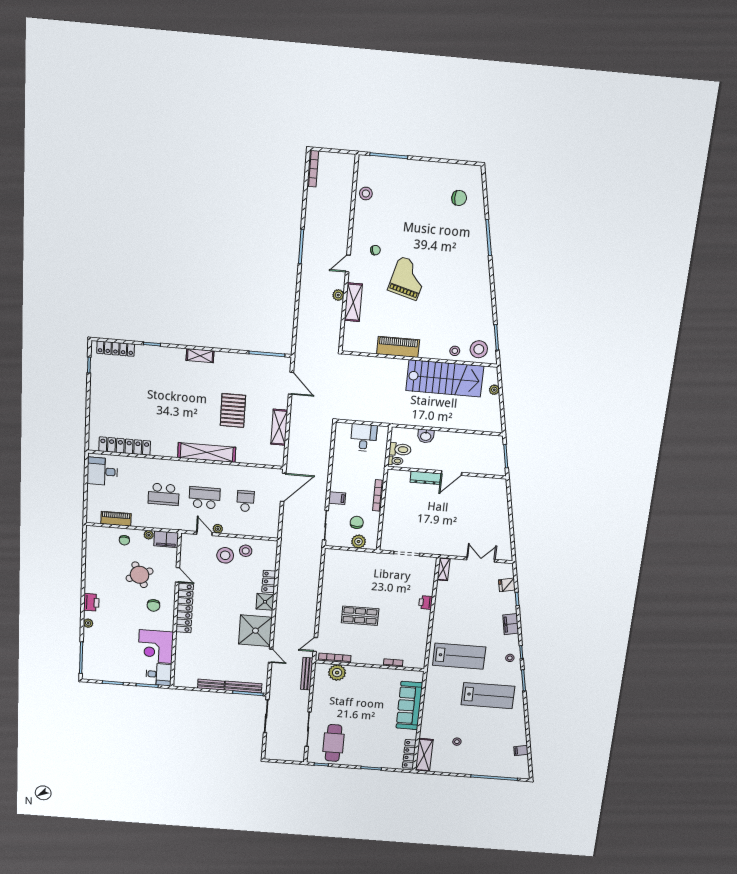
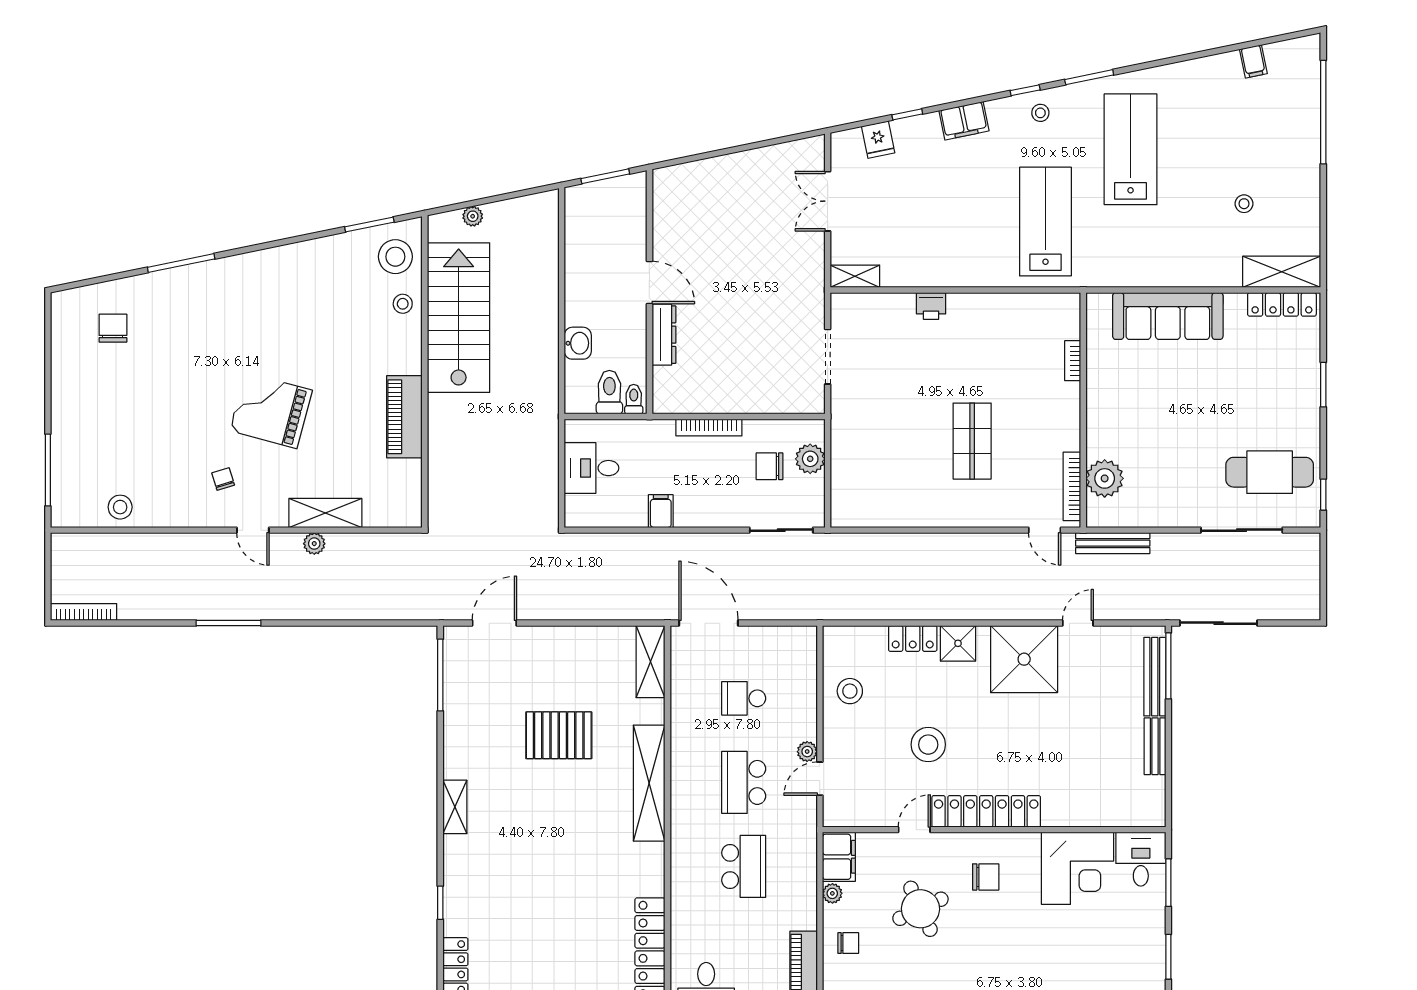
shelving: (279, 427) -> (651, 662), moved, turned 90
filing cabinet: (337, 498) -> (661, 511), moved
stool: (225, 555) -> (928, 745), moved

